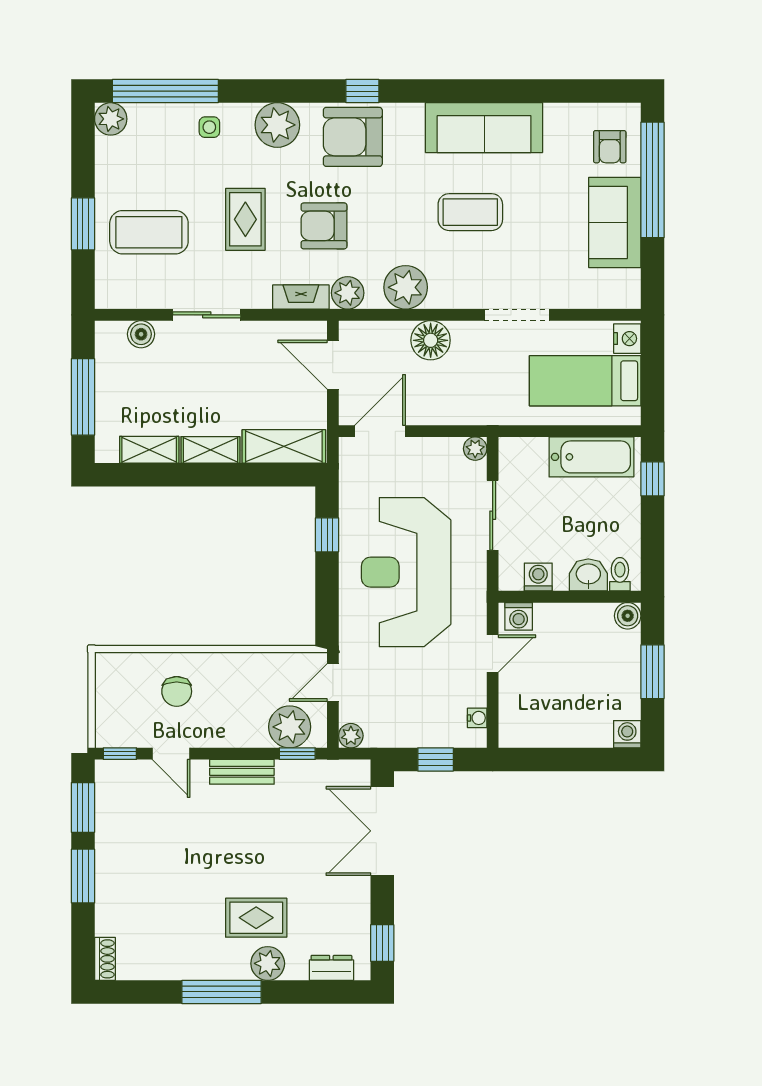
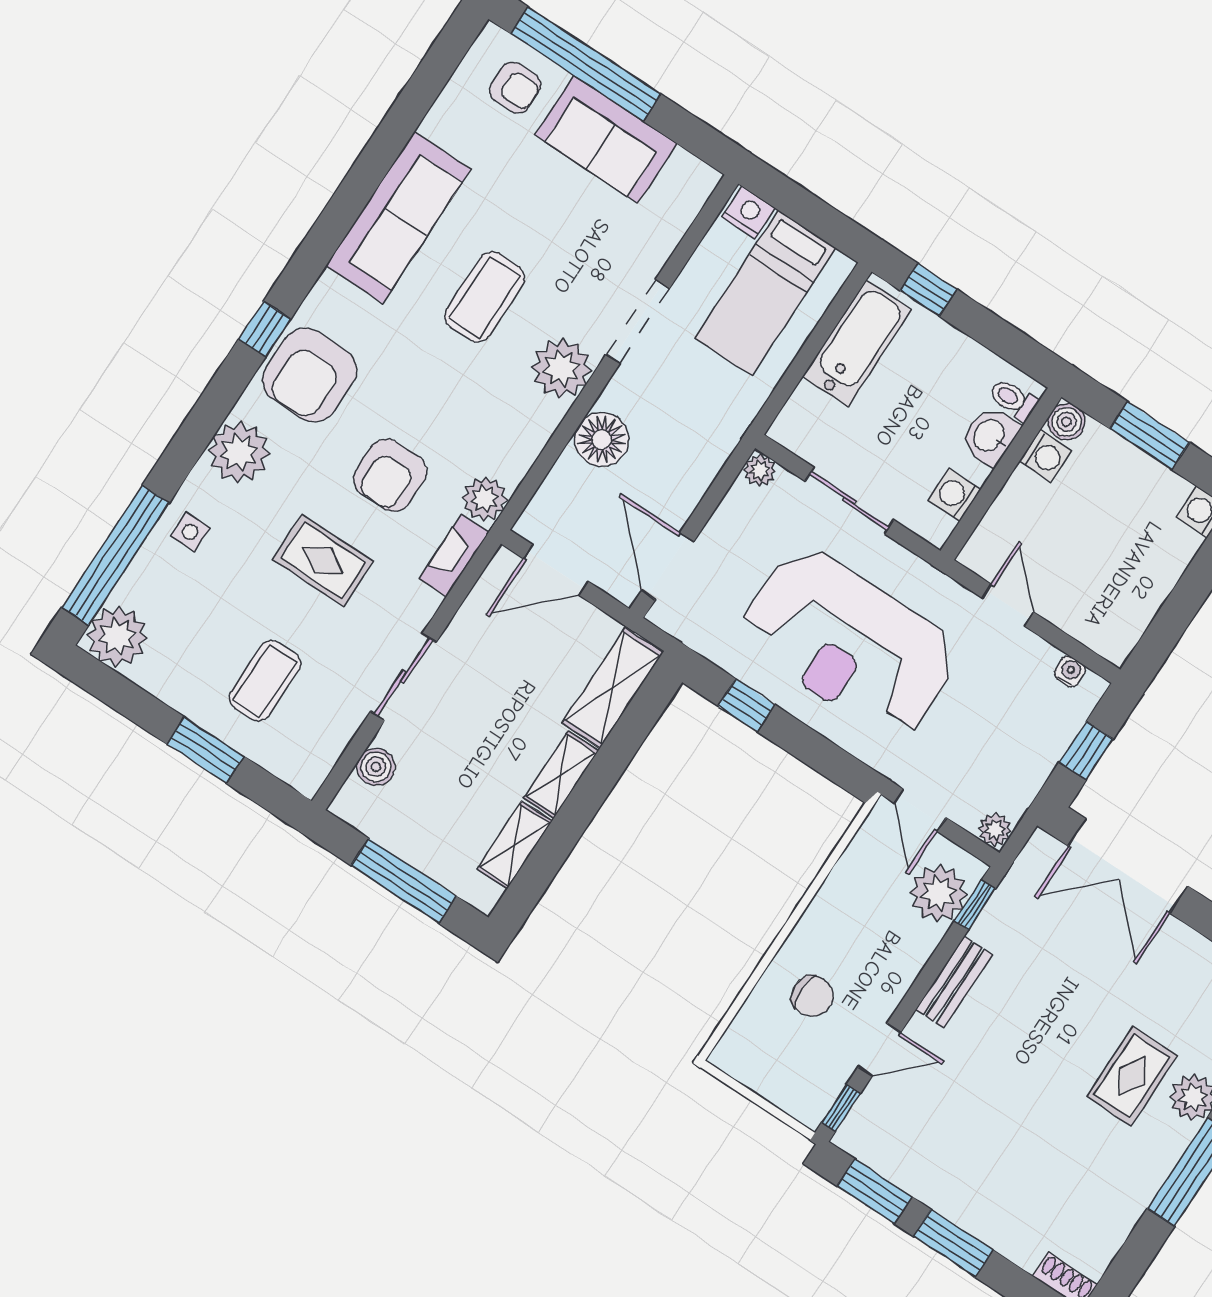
plant: (111, 119) -> (117, 637), width x1.36, depth x1.36
coffee table: (149, 232) -> (265, 681), width x0.73, depth x0.76
plant: (406, 287) -> (561, 369), moved
washing machine: (519, 616) -> (1045, 456), moved

